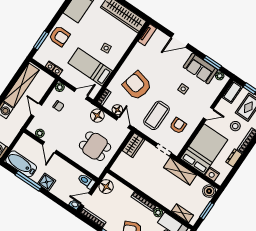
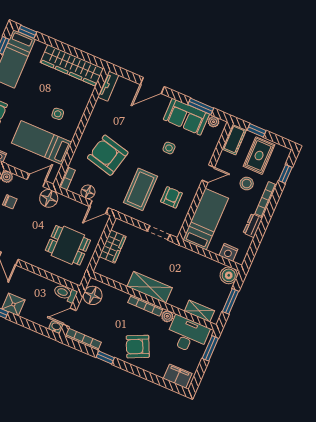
floor lamp: (97, 116) -> (49, 198), moved
door: (123, 123) -> (99, 207), swing flipped
wardrobe: (133, 145) -> (113, 247), moved
bed: (204, 149) -> (206, 219), width x0.67
shelving: (180, 171) -> (150, 287), moved

